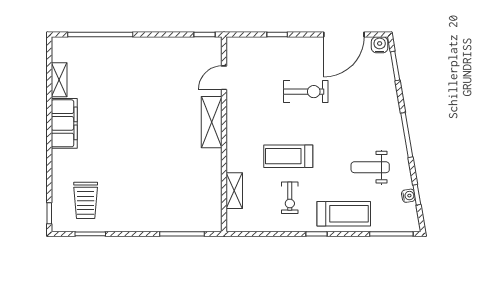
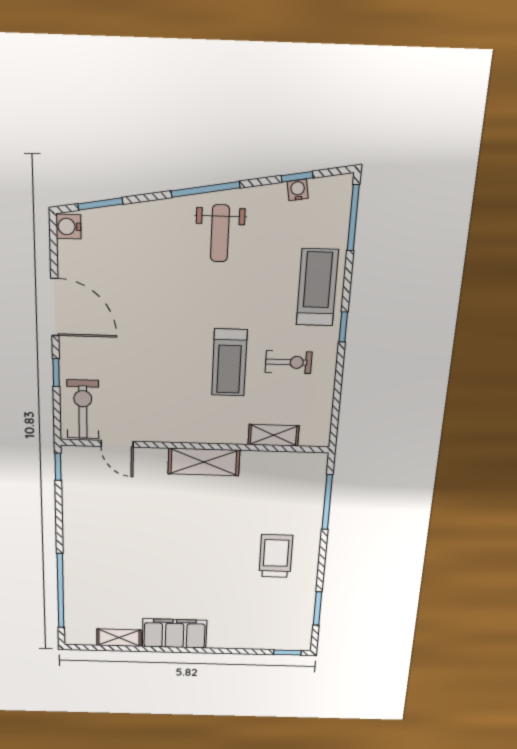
door: (344, 35) -> (55, 307), moved
exercise bike: (306, 92) -> (83, 409), moved
shelving: (212, 122) -> (204, 462), moved
weight bench: (370, 167) -> (220, 233), moved
trolley: (86, 200) -> (276, 556), moved, turned -90

